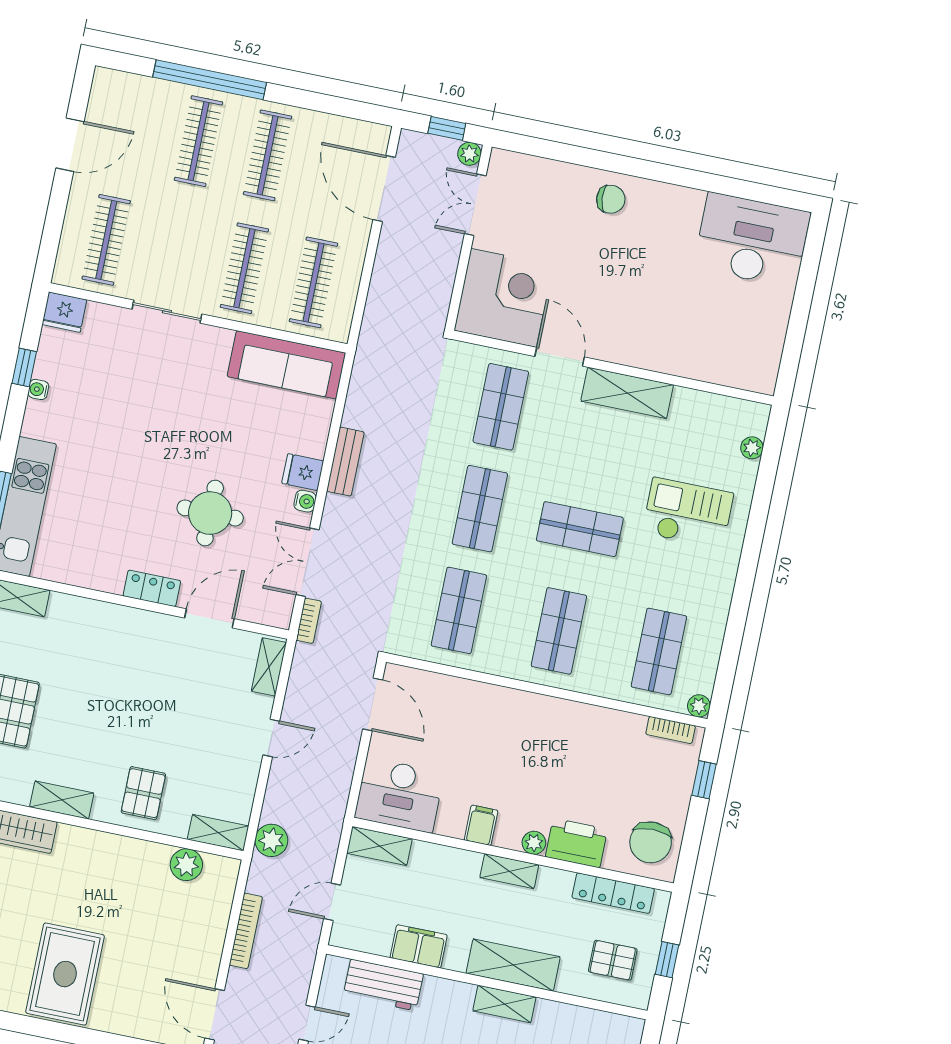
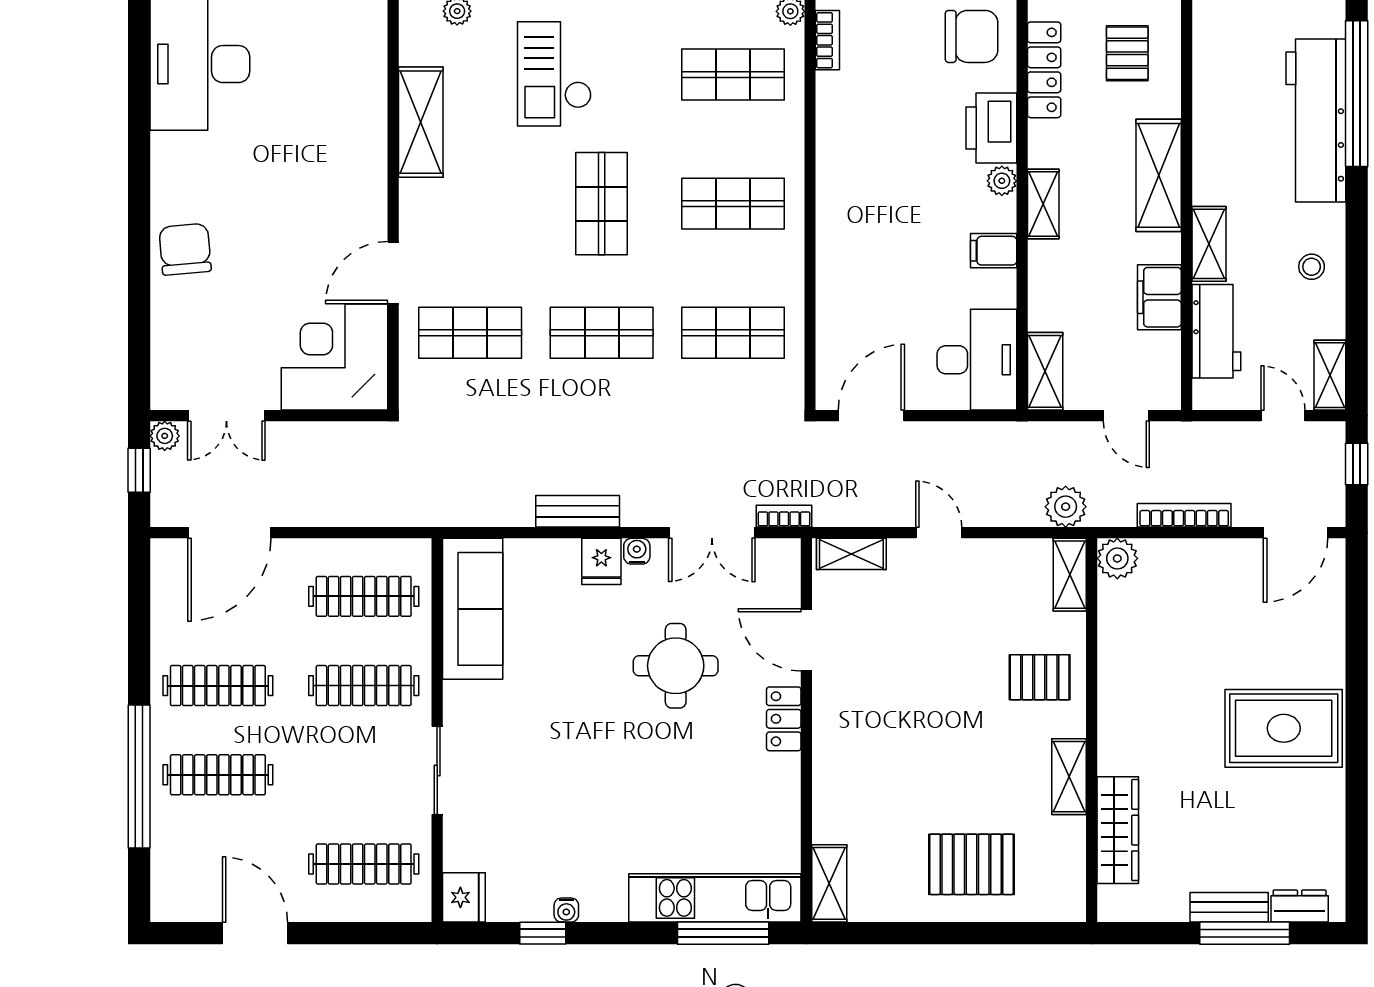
chair: (611, 199) -> (185, 249), width x1.37, depth x1.37
shelving: (627, 393) -> (421, 122), moved
plant: (186, 865) -> (1117, 558), moved
shelving: (504, 1004) -> (1209, 244), moved

